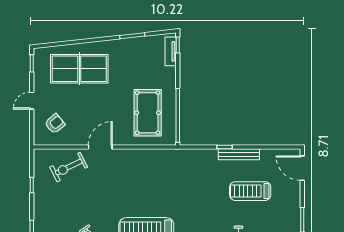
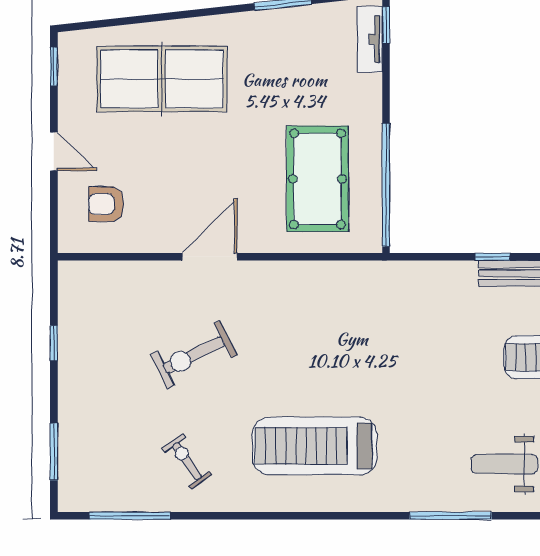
door: (32, 101) -> (54, 151), swing flipped
armchair: (55, 124) -> (106, 204), turned -141
exercise bike: (69, 167) -> (194, 355), moved

